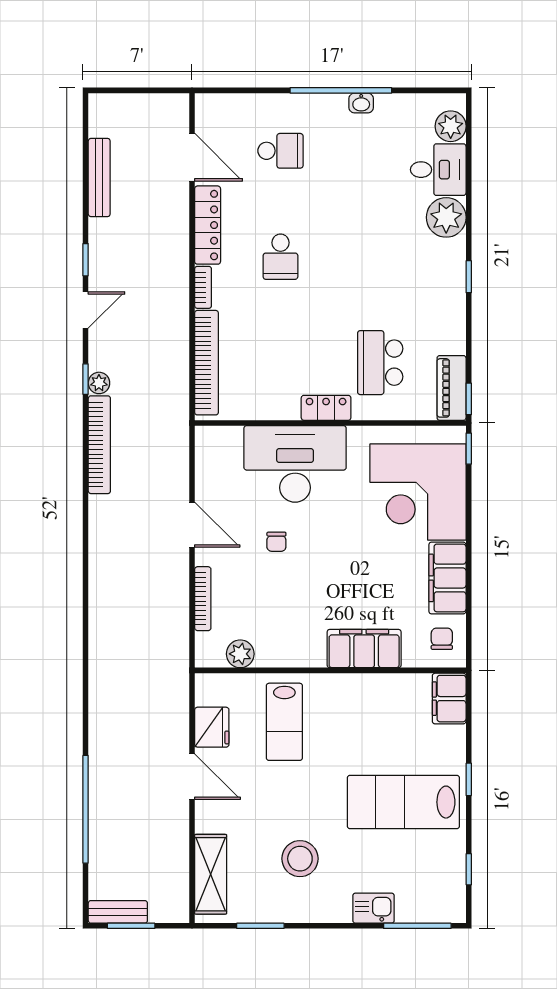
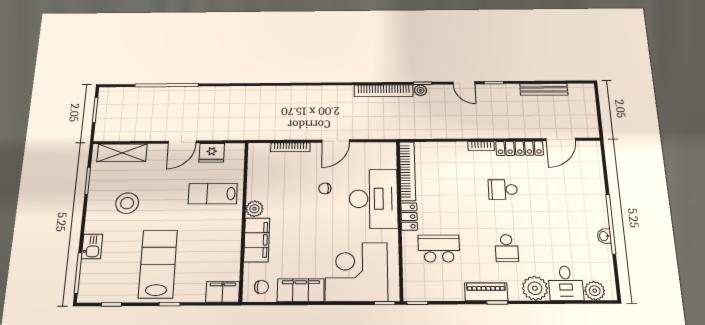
school desk: (280, 151) -> (507, 248), moved
bookcase: (207, 363) -> (407, 171), moved, turned -90
piano: (452, 388) -> (486, 292), moved
plant: (240, 654) -> (254, 209), moved
bench: (118, 912) -> (104, 103), removed

